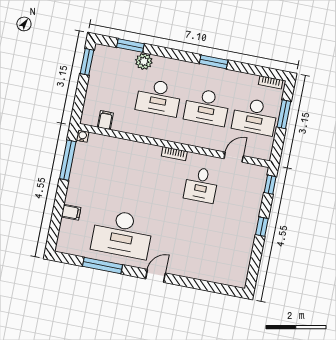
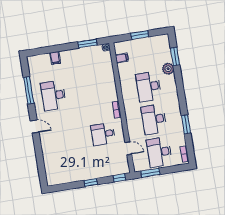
window: (87, 62) -> (140, 35), moved
window: (214, 62) -> (186, 124), moved
window: (284, 114) -> (150, 173), moved
window: (68, 160) -> (88, 44), width x0.69
desk: (122, 234) -> (53, 95), width x0.73, depth x0.77

